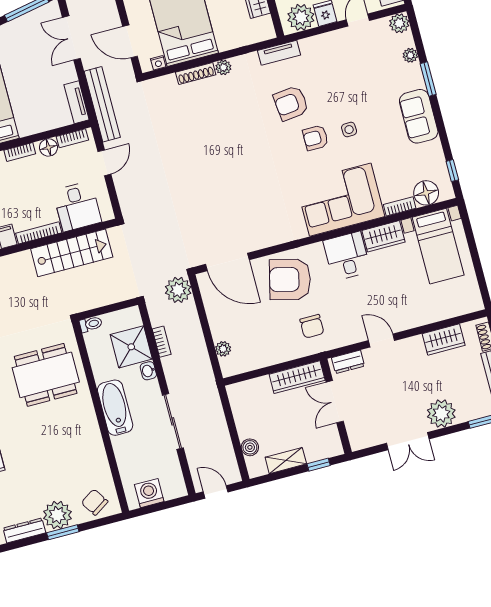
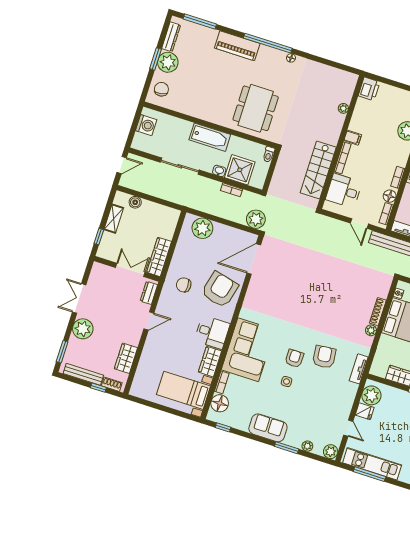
plant: (223, 349) -> (202, 228), width x1.87, depth x1.87
chair: (95, 502) -> (161, 89), turned -66

